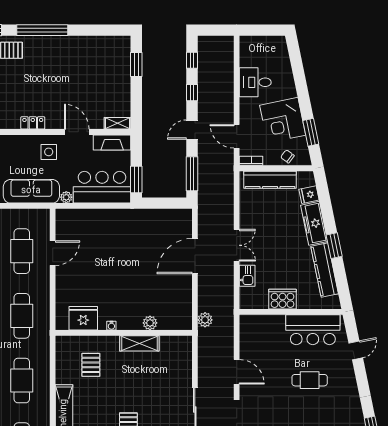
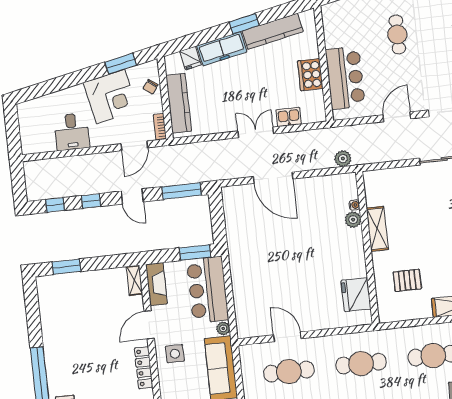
locker: (33, 123) -> (144, 368), width x1.53
water cooler: (111, 326) -> (355, 205), moved
bar counter: (313, 330) -> (345, 78), moved

